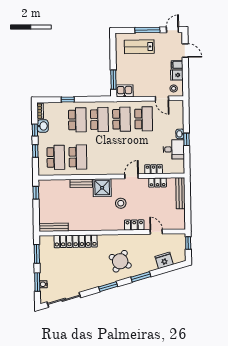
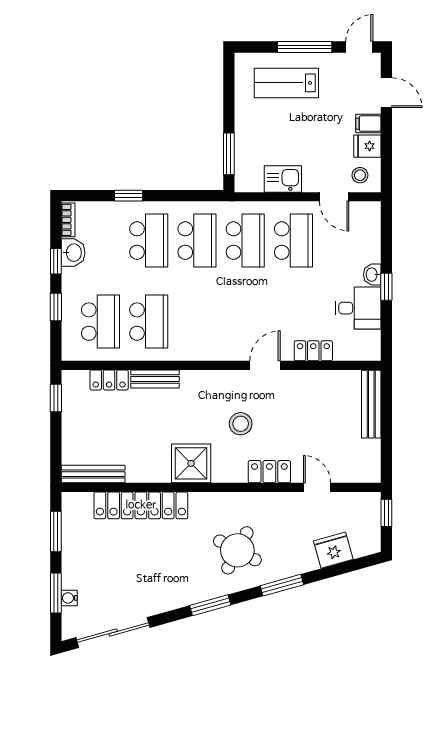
kitchen sink: (125, 91) -> (283, 179), moved
locker: (158, 183) -> (109, 380), moved
shower: (102, 188) -> (191, 463), moved

